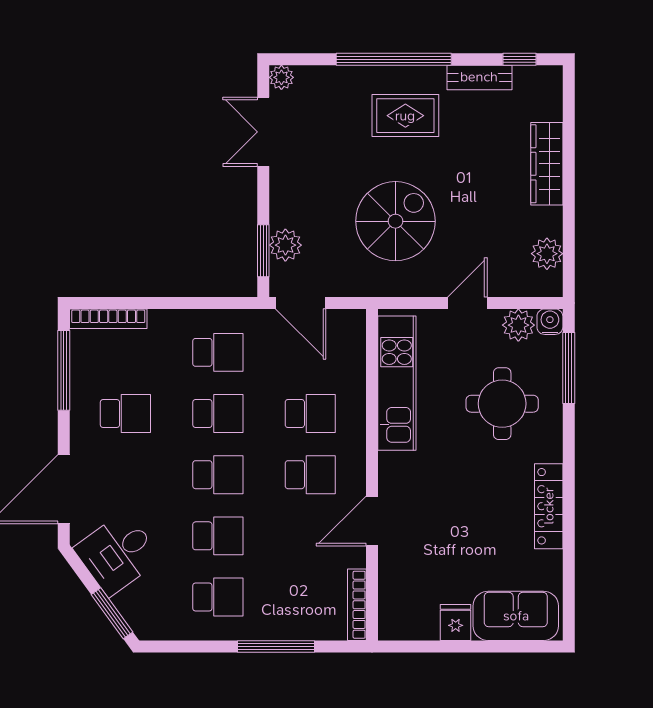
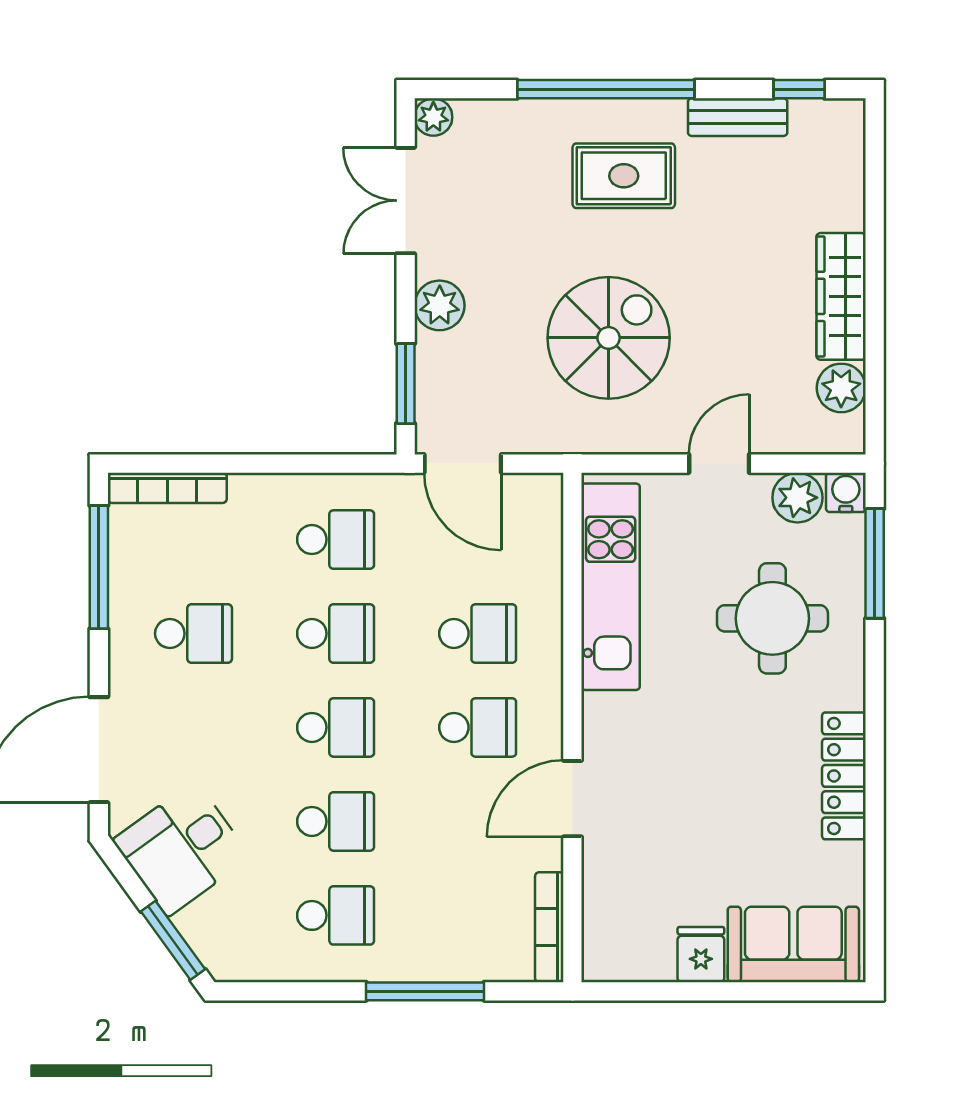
wardrobe: (547, 164) -> (841, 296), moved
plant: (285, 245) -> (440, 305), moved

